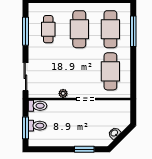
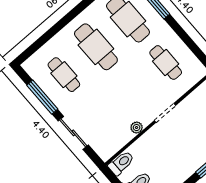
cafe table: (110, 71) -> (166, 63), width x0.73, depth x0.74
sliding door: (25, 77) -> (73, 133), moved

